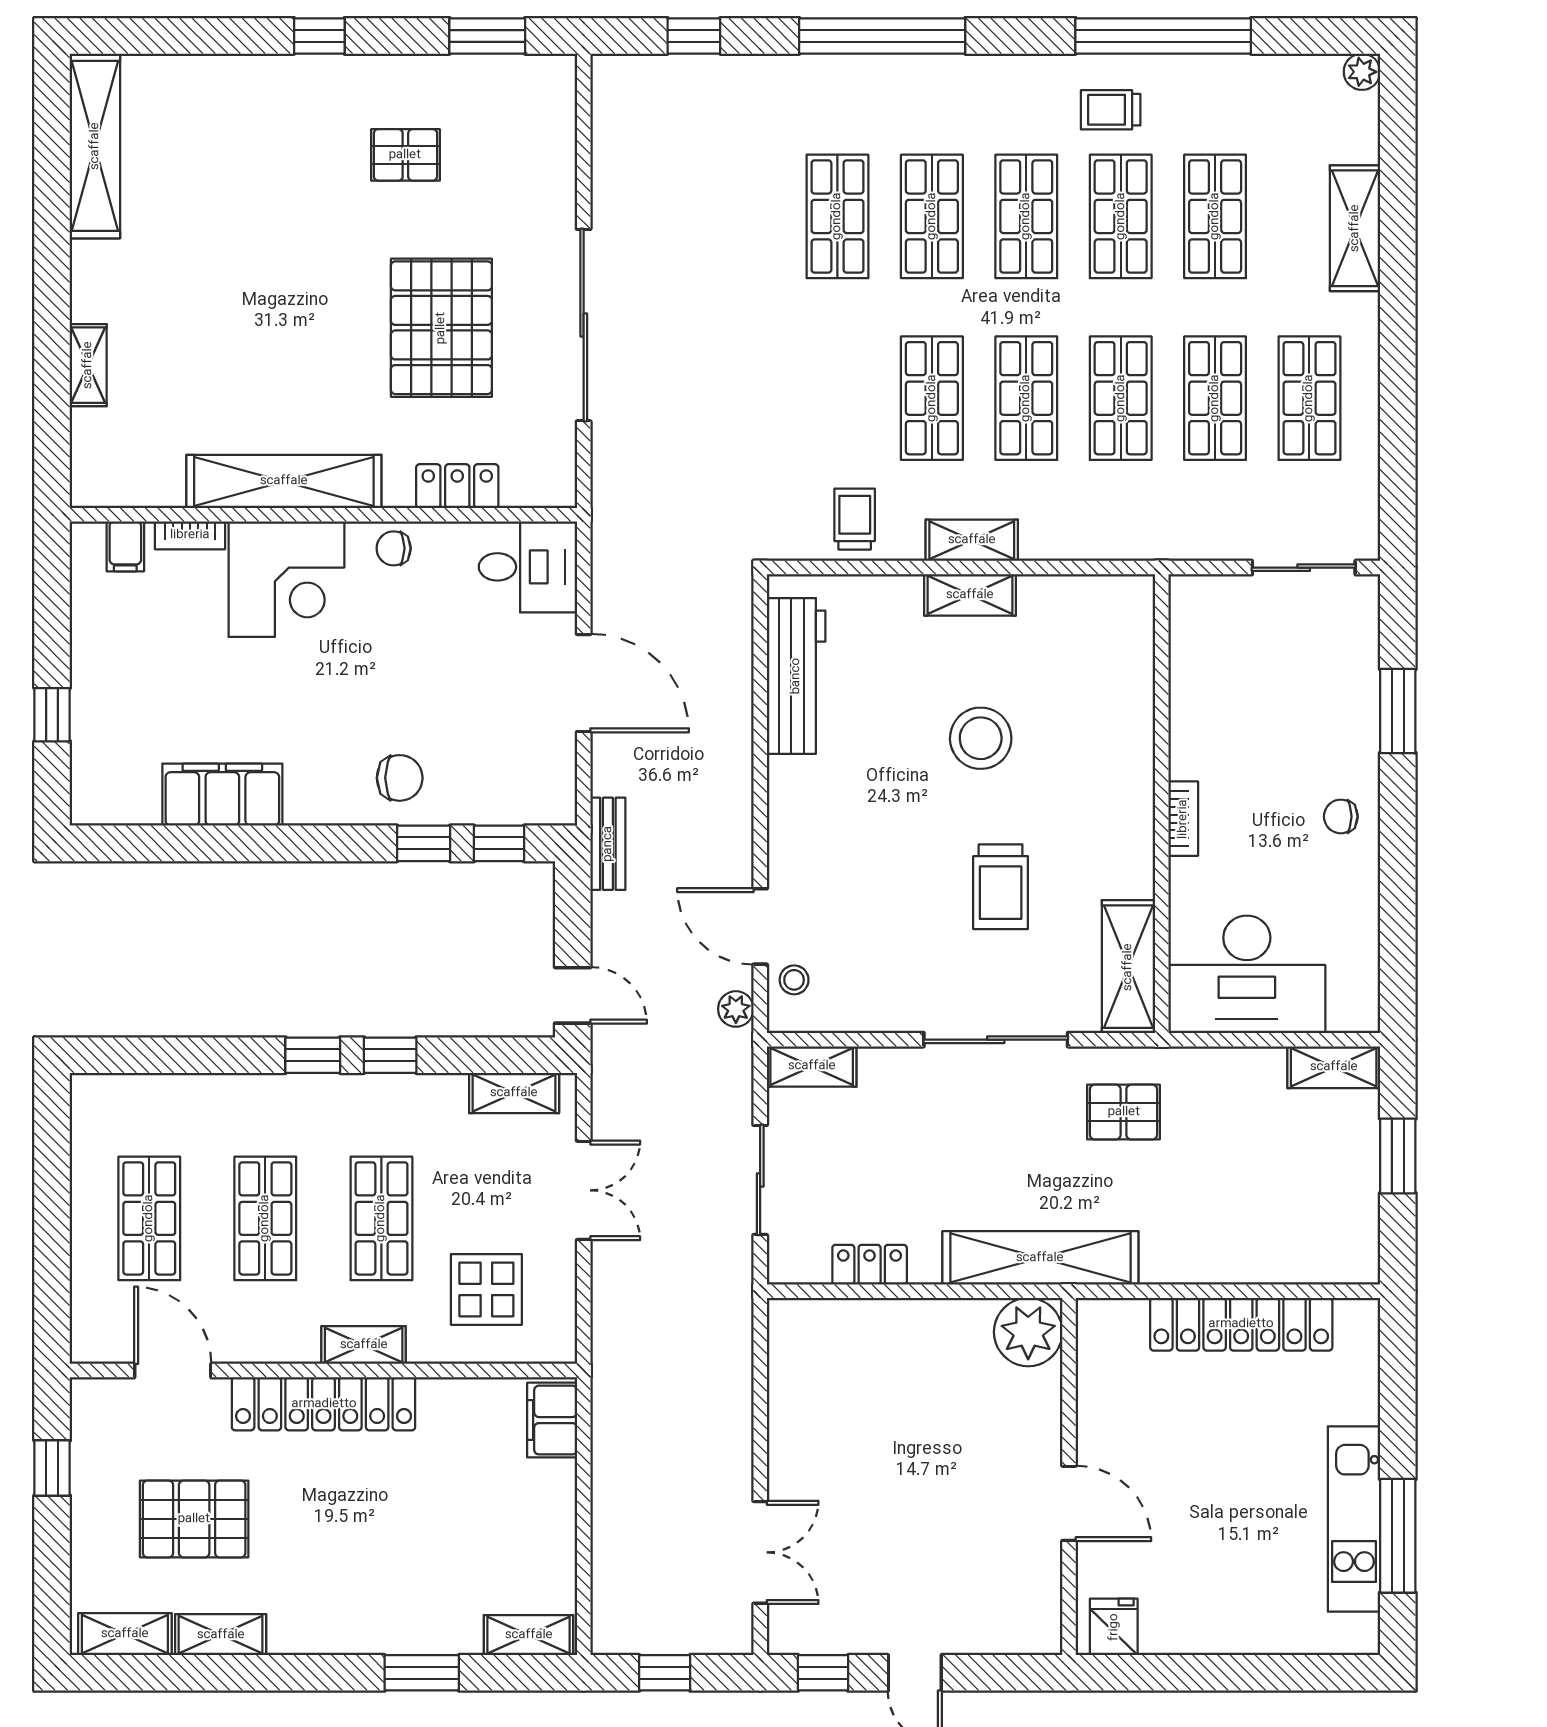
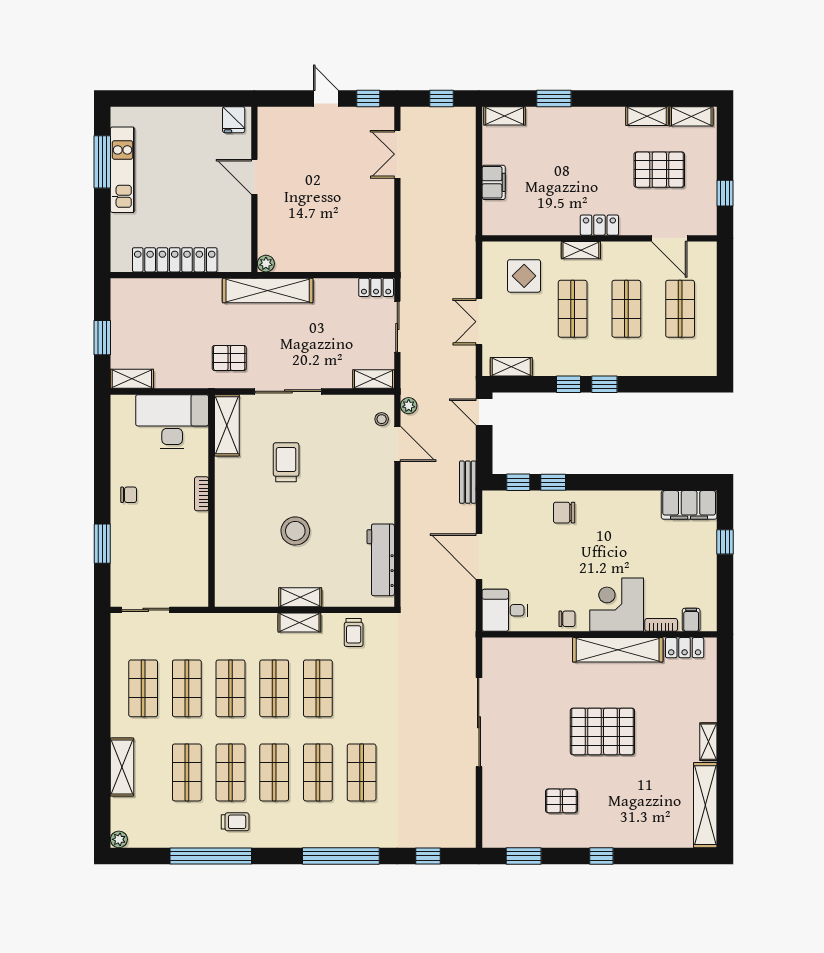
pallet: (441, 328) -> (602, 731), moved, turned 90
shelving: (88, 365) -> (708, 742), moved
locker: (457, 486) -> (685, 648), moved
filing cabinet: (222, 795) -> (689, 505), moved
locker: (870, 1265) -> (376, 287), moved
plant: (1028, 1332) -> (266, 264), width x0.53, depth x0.53
locker: (324, 1404) -> (599, 225), width x0.46, depth x0.83
filing cabinet: (552, 1420) -> (494, 182), moved

